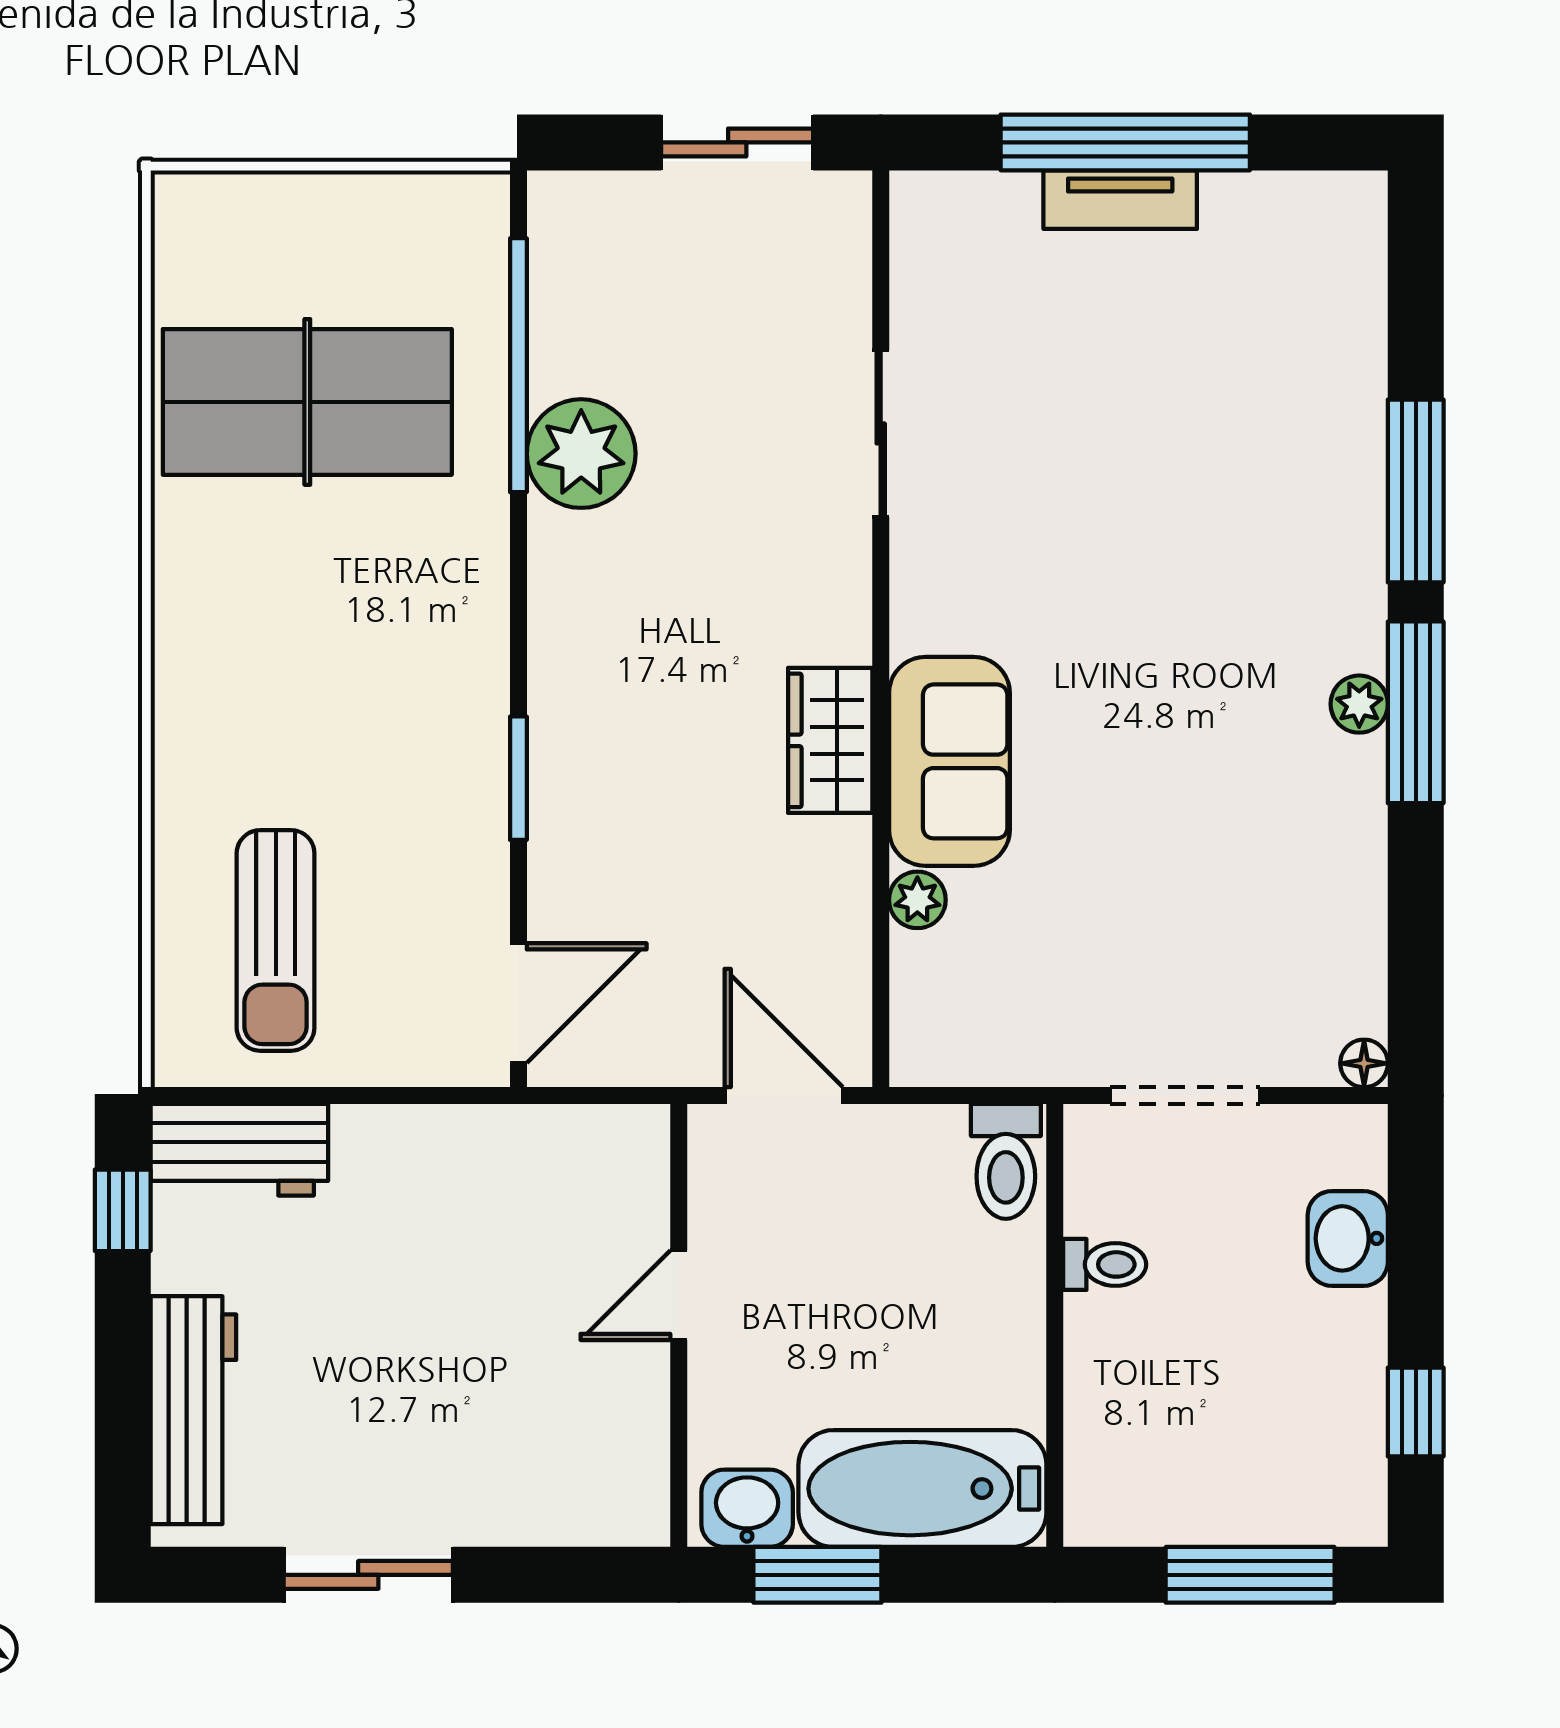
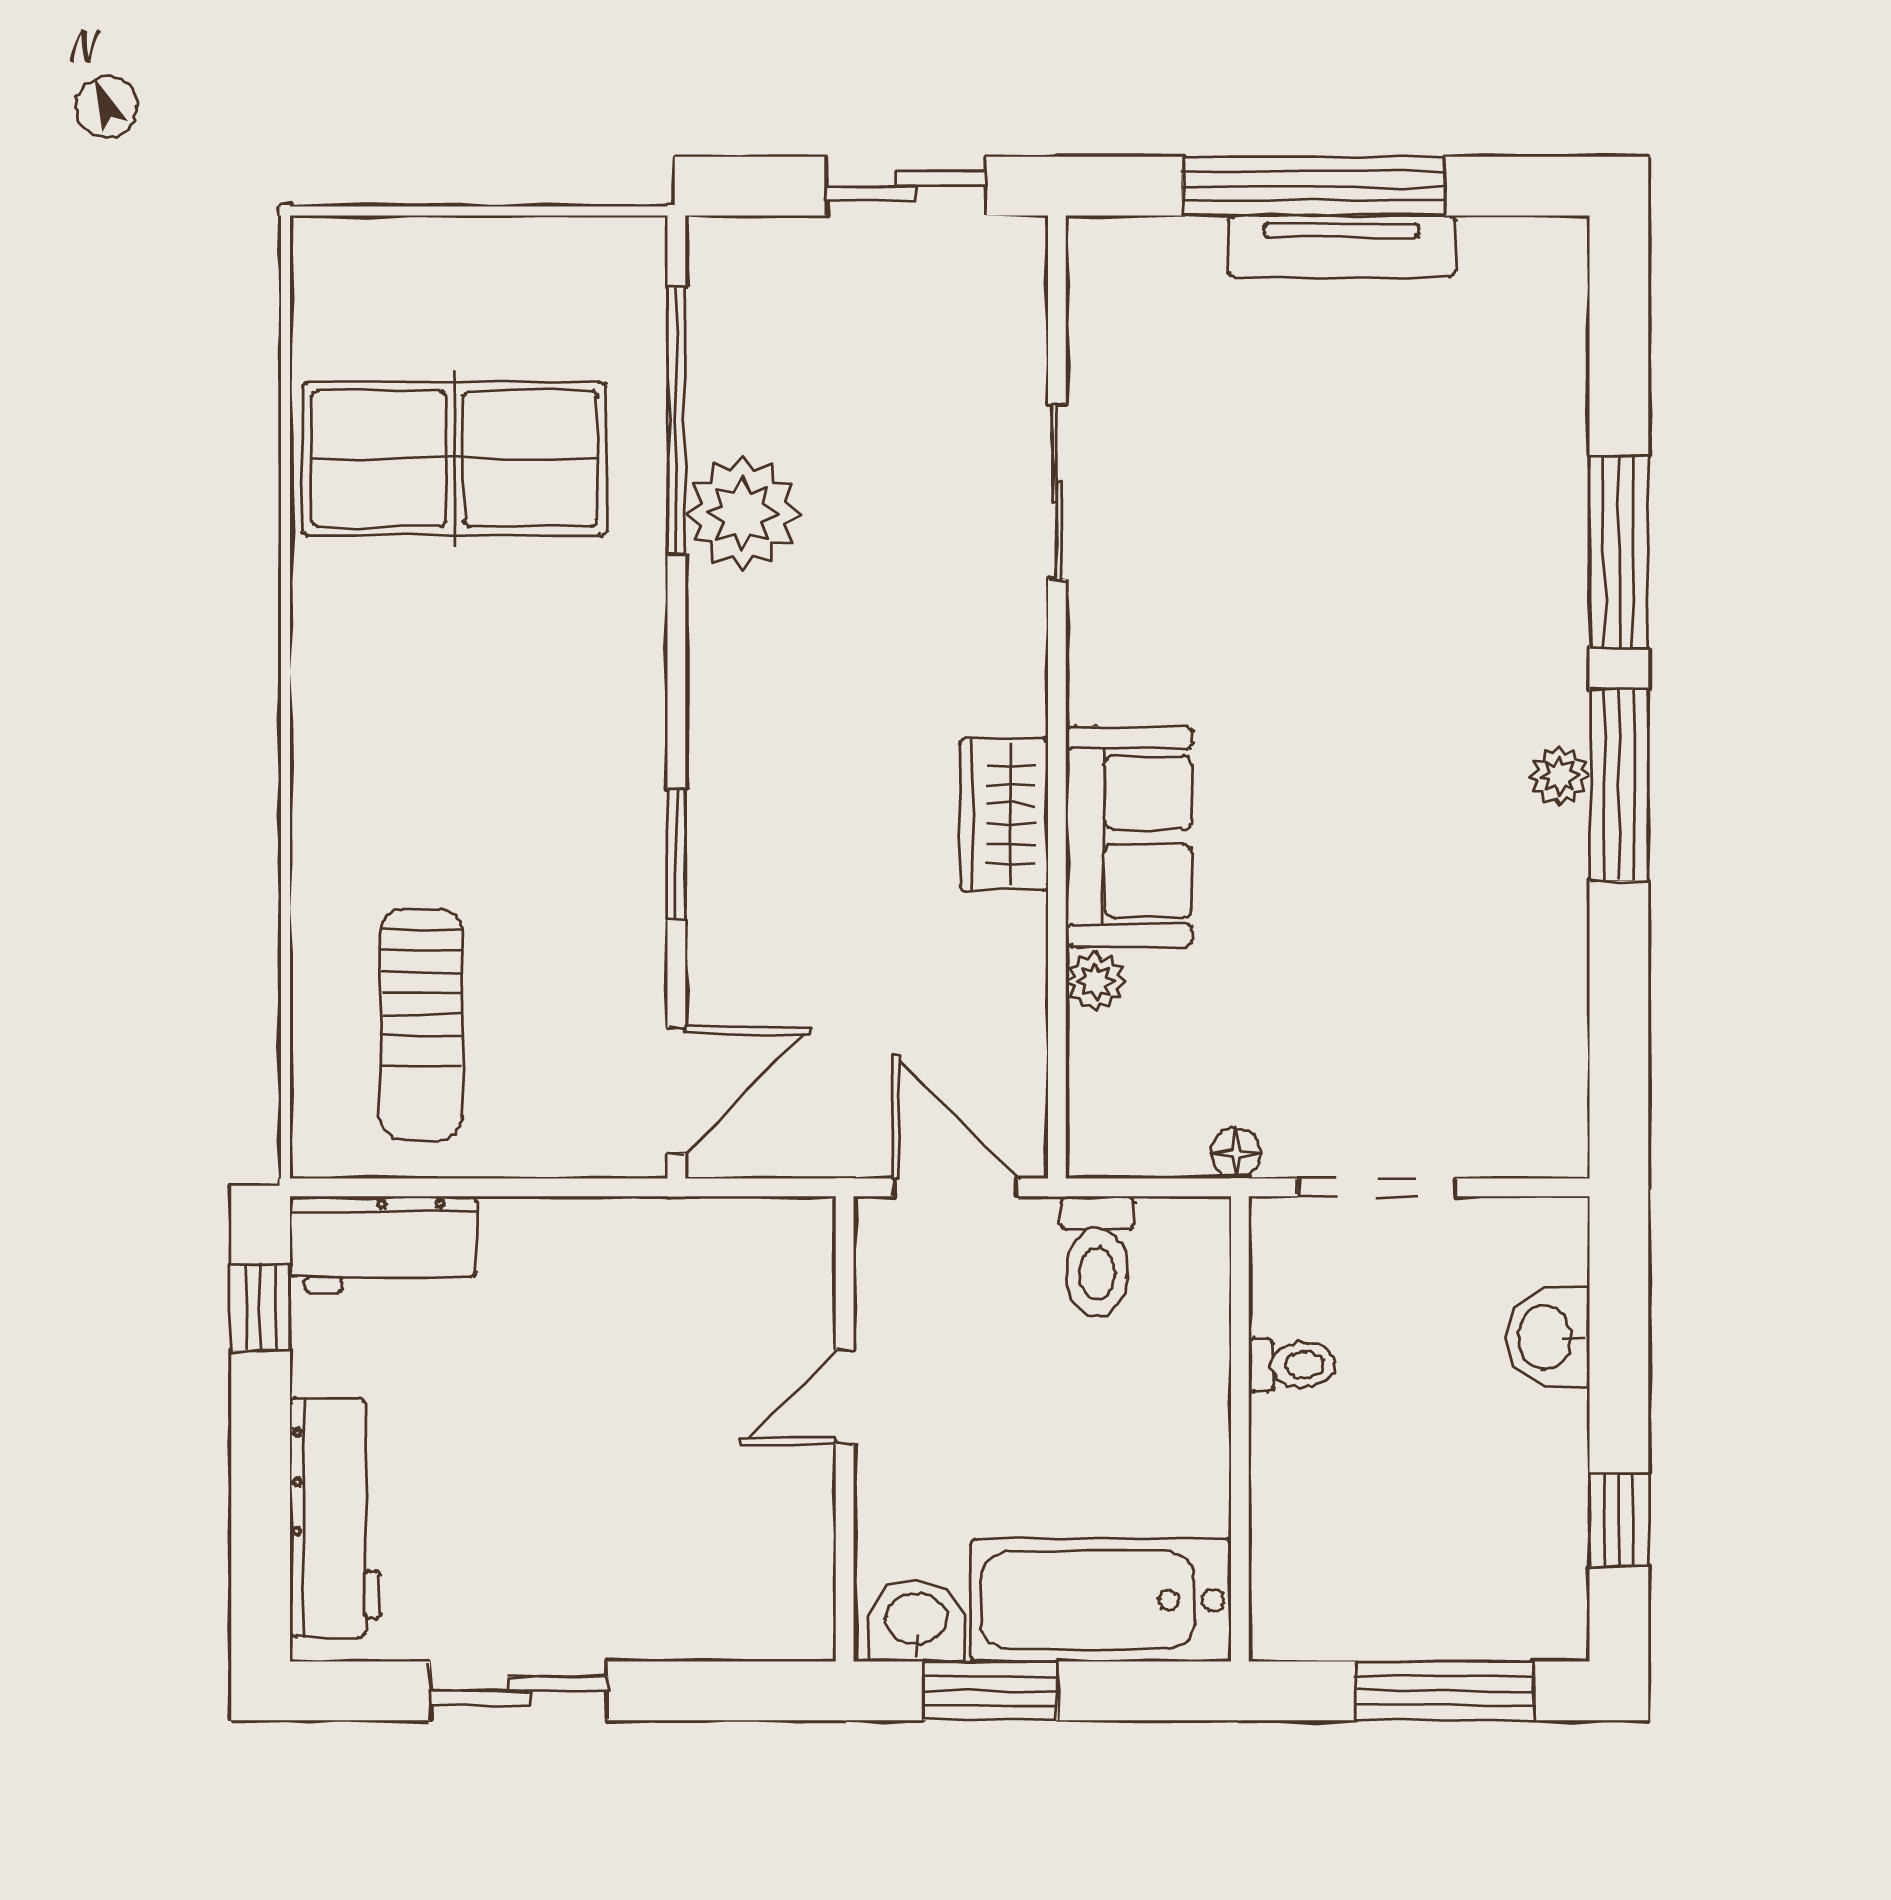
tv unit: (1120, 200) -> (1341, 246), width x1.41
floor lamp: (1364, 1063) -> (1236, 1154), moved
toilet: (1006, 1161) -> (1097, 1256), moved

